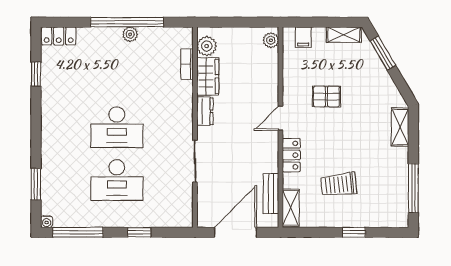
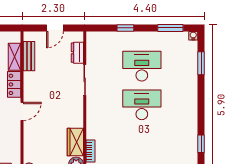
dresser: (205, 111) -> (77, 53), moved
shelving: (291, 208) -> (15, 57), moved
window: (78, 232) -> (170, 28), width x0.69
door: (236, 232) -> (55, 28), width x0.53

